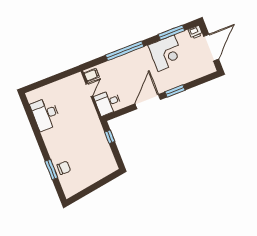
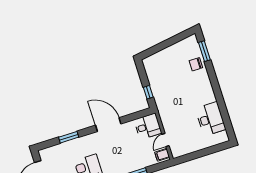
window: (175, 91) -> (69, 137), moved
door: (148, 102) -> (108, 125), swing flipped
window: (51, 170) -> (204, 51), moved

